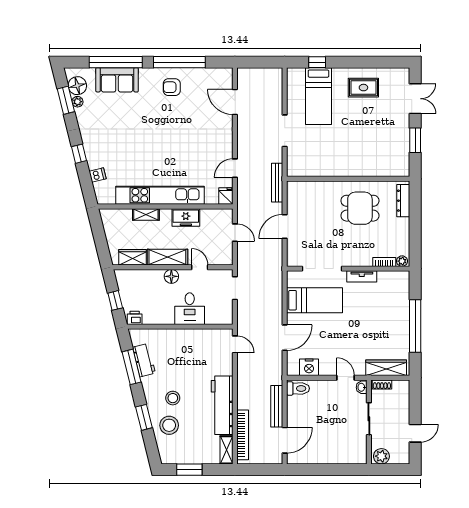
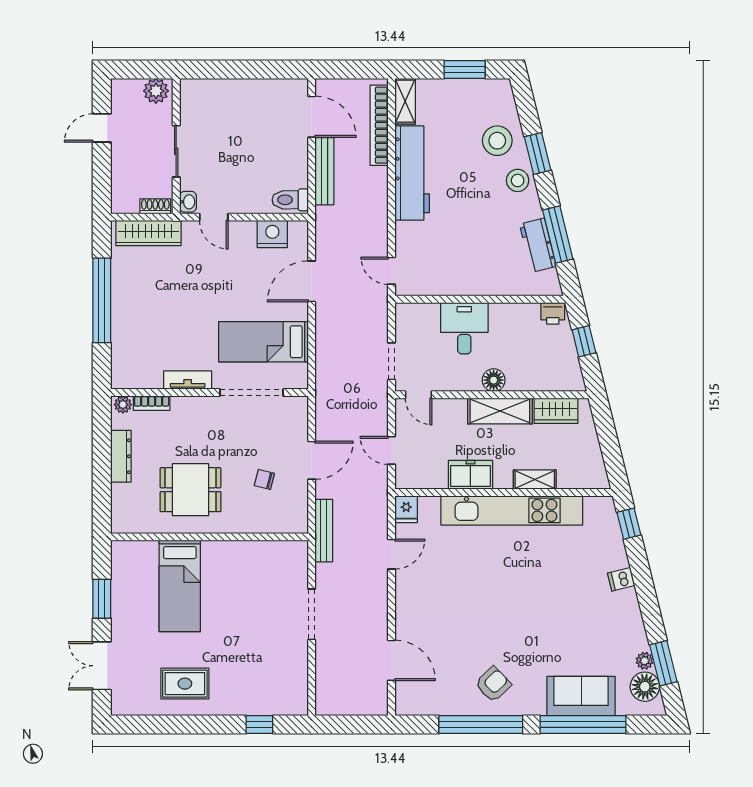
armchair: (172, 87) -> (493, 684), turned -44
bed: (318, 96) -> (180, 586), moved, turned 180
window: (79, 154) -> (629, 524), moved
dishwasher: (98, 175) -> (621, 579), moved
dresser: (403, 201) -> (121, 456), moved
chair: (314, 215) -> (264, 479), added
door: (200, 267) -> (419, 395), moved
stool: (173, 398) -> (518, 180), moved
door: (285, 440) -> (312, 117), swing flipped

